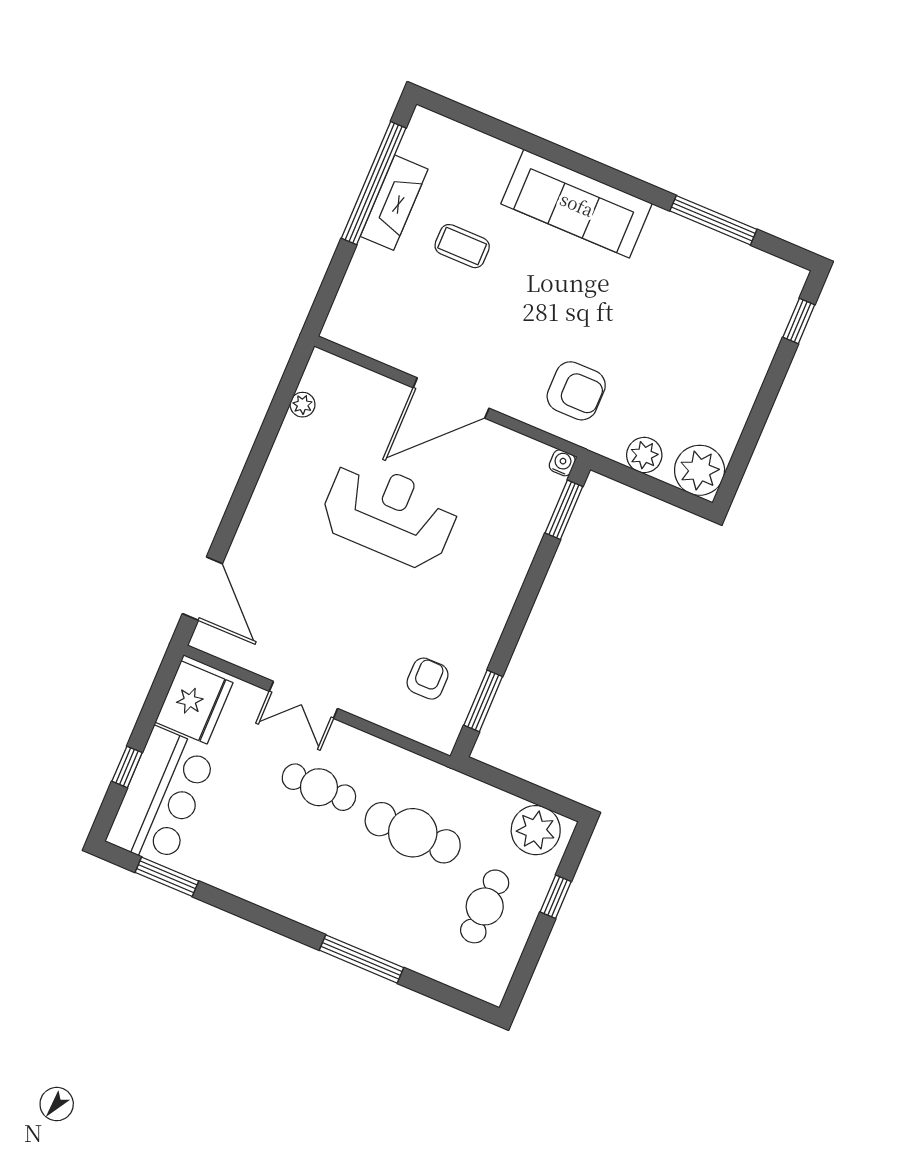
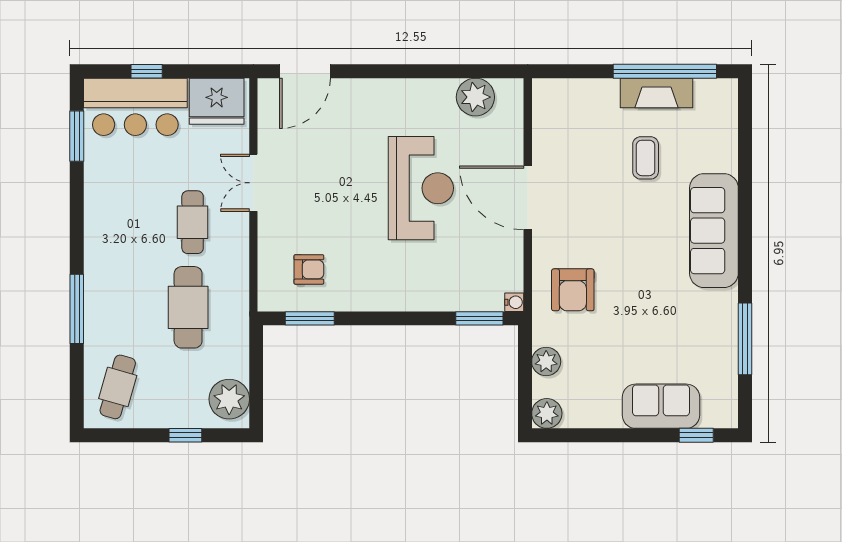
sofa: (749, 347) -> (661, 406), added
plant: (303, 405) -> (475, 97), width x1.87, depth x1.87
plant: (700, 470) -> (547, 413), width x0.73, depth x0.73
cafe table: (485, 906) -> (118, 387), moved, turned -76

